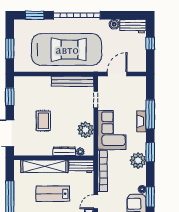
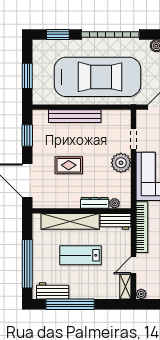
bench: (73, 81) -> (75, 116), moved
rug: (43, 121) -> (69, 165), turned 90
plant: (86, 130) -> (121, 163), moved

